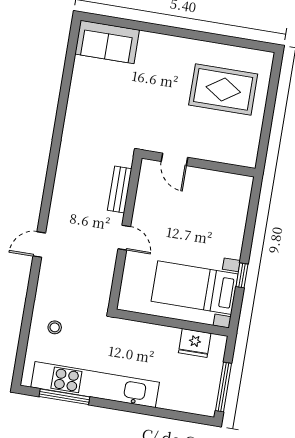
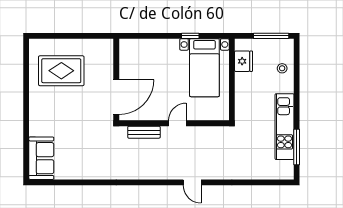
rug: (223, 89) -> (61, 71), turned 90
door: (174, 159) -> (116, 97), width x1.88
stool: (55, 327) -> (282, 68), moved
kitchen unit: (95, 385) -> (285, 127), width x0.73

